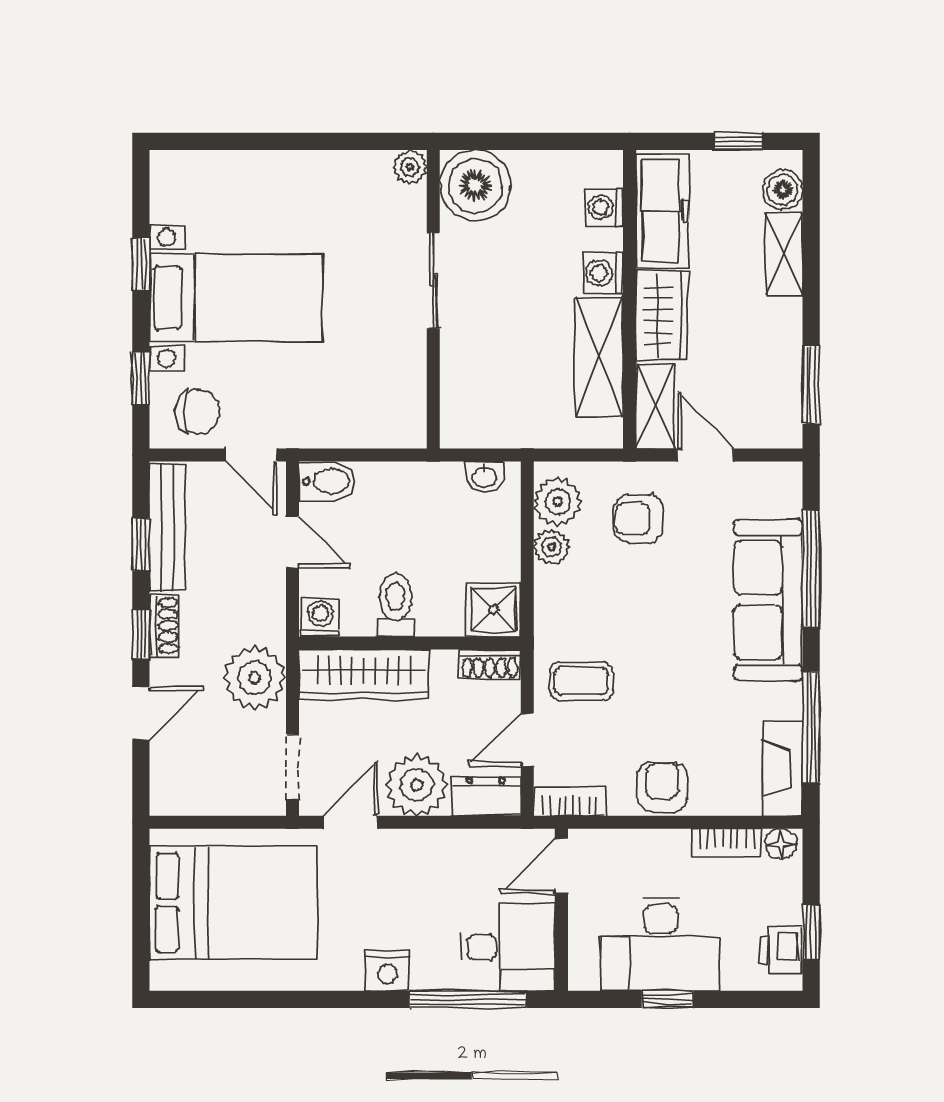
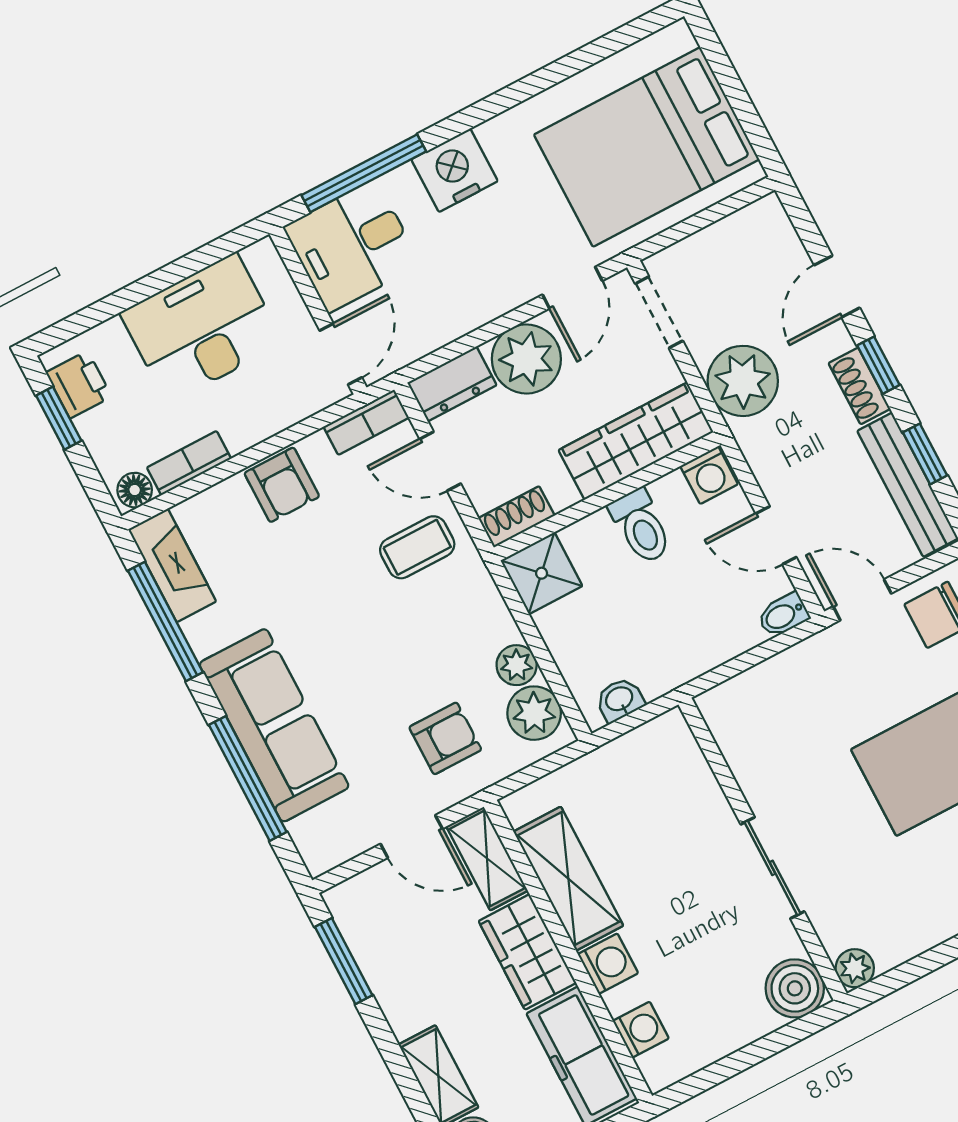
boiler: (475, 185) -> (795, 988), width x0.73, depth x0.73
bidet: (327, 481) -> (783, 615), width x0.72, depth x0.74
door: (527, 740) -> (440, 461), swing flipped
nightstand: (387, 971) -> (455, 170), width x1.36, depth x1.33
window: (668, 999) -> (166, 277), removed

